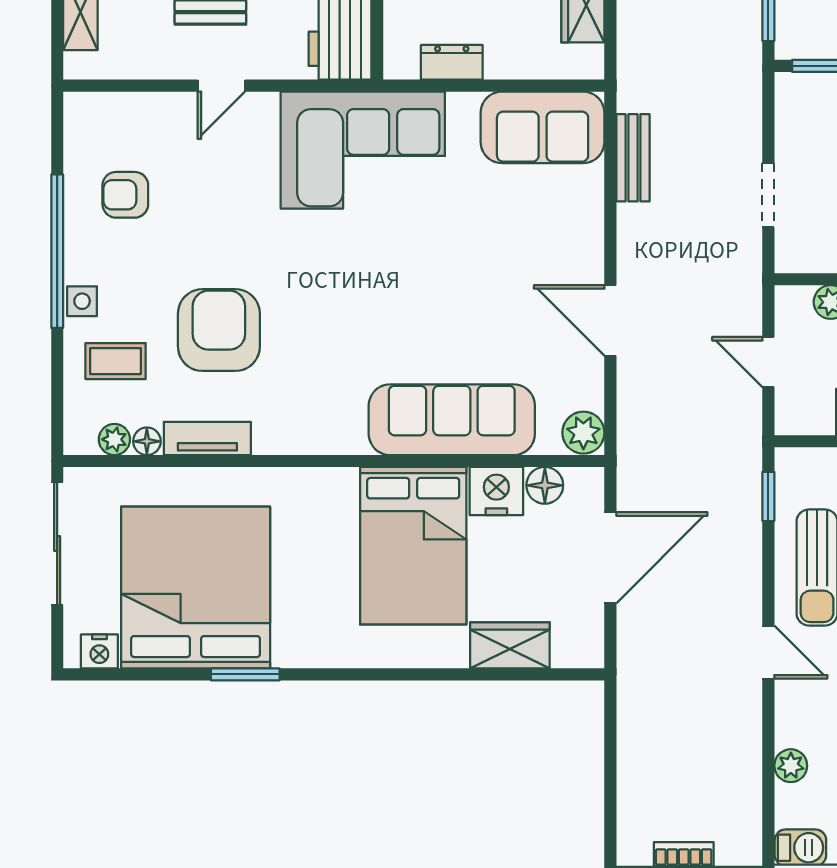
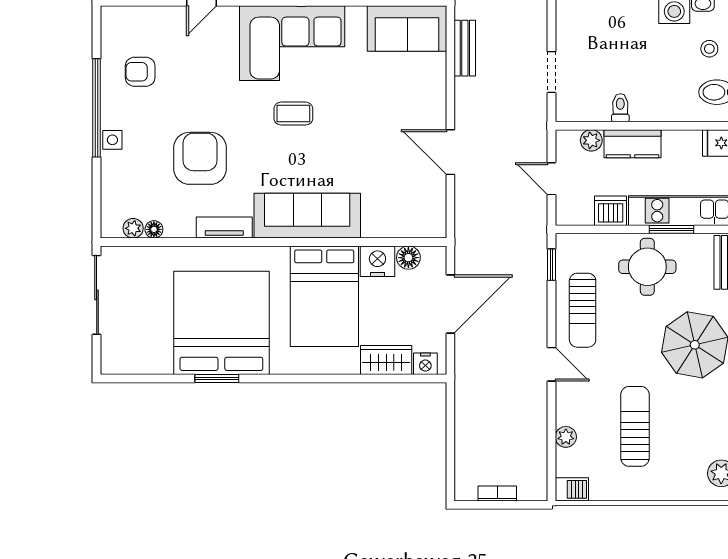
coffee table: (116, 361) -> (293, 114), moved
sofa: (452, 420) -> (307, 216), moved
plant: (583, 433) -> (433, 224), removed
tv unit: (207, 438) -> (224, 228), moved
bed: (196, 587) -> (221, 323), moved
nightstand: (99, 651) -> (425, 364), moved

